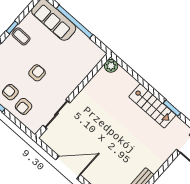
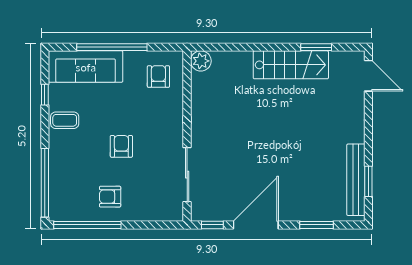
window: (12, 27) -> (45, 95), moved
armchair: (24, 106) -> (158, 76), moved, turned 180
window: (47, 149) -> (212, 225), added

